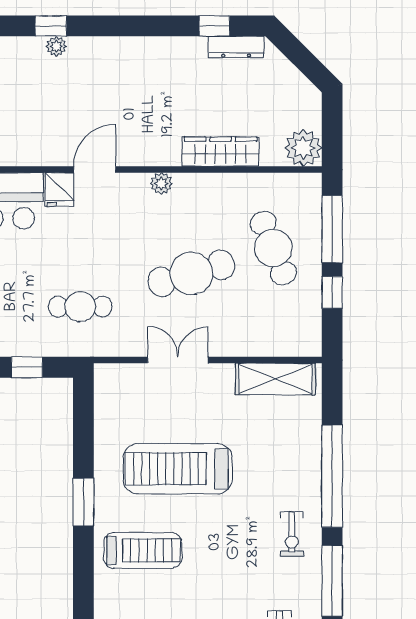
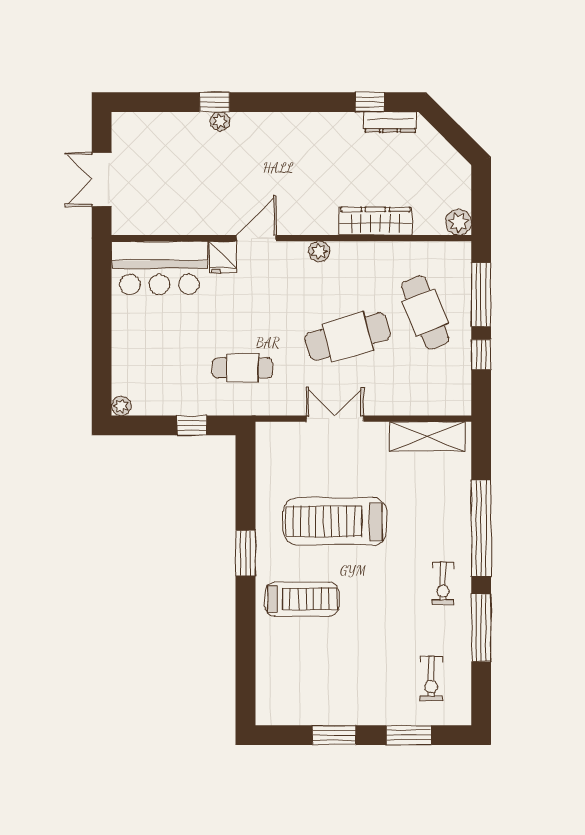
plant: (303, 148) -> (458, 222), width x0.73, depth x0.73

